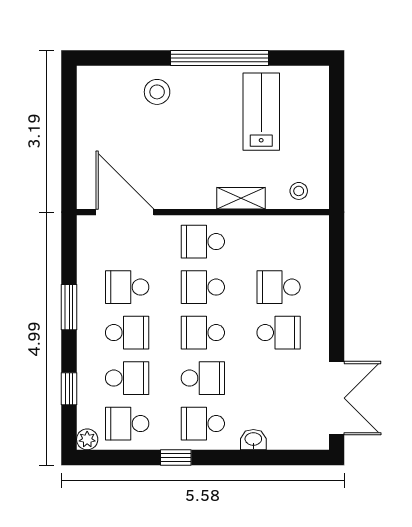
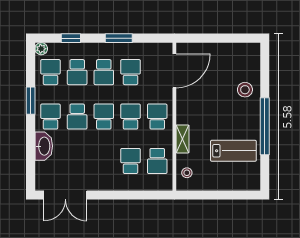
school desk: (279, 333) -> (157, 161), moved
washbasin: (253, 440) -> (44, 146), width x1.91, depth x1.45
window: (176, 457) -> (31, 101), width x1.50

